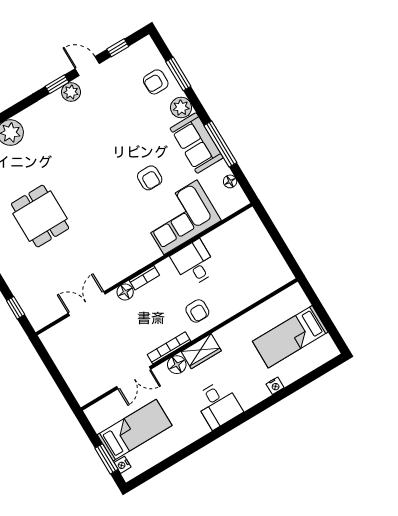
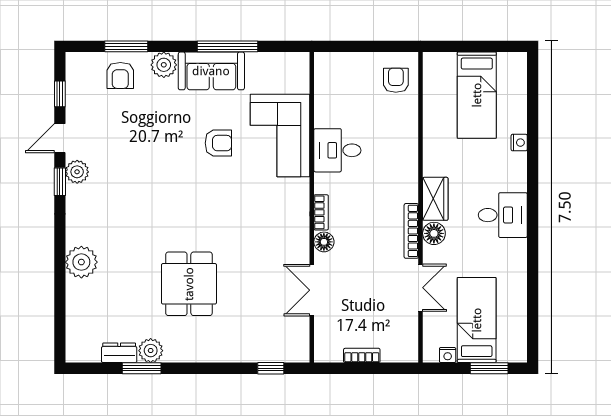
floor lamp: (230, 181) -> (273, 60), removed
dining table: (40, 216) -> (189, 284), turned 90
armchair: (197, 311) -> (396, 80), moved, turned -90
bookcase: (62, 365) -> (362, 355), added
nightstand: (122, 465) -> (448, 355), moved

